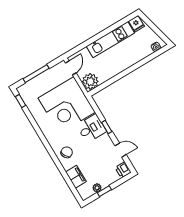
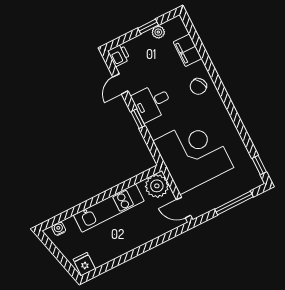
kitchen unit: (110, 40) -> (109, 208), moved, turned 180
door: (71, 68) -> (184, 208), hinge flipped
desk: (91, 128) -> (152, 102), moved
door: (121, 150) -> (120, 84), hinge flipped

